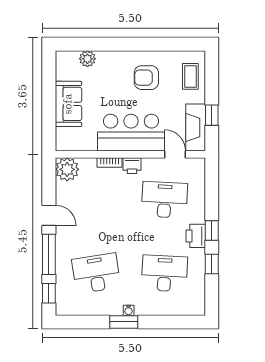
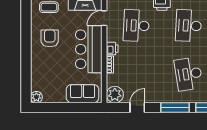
plant: (87, 59) -> (36, 97), moved
armchair: (146, 78) -> (50, 38), turned 180
sofa: (68, 104) -> (83, 94), moved
door: (49, 215) -> (137, 107), moved

